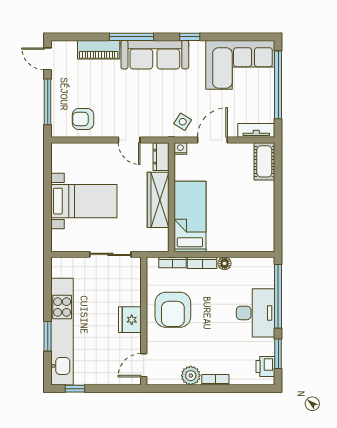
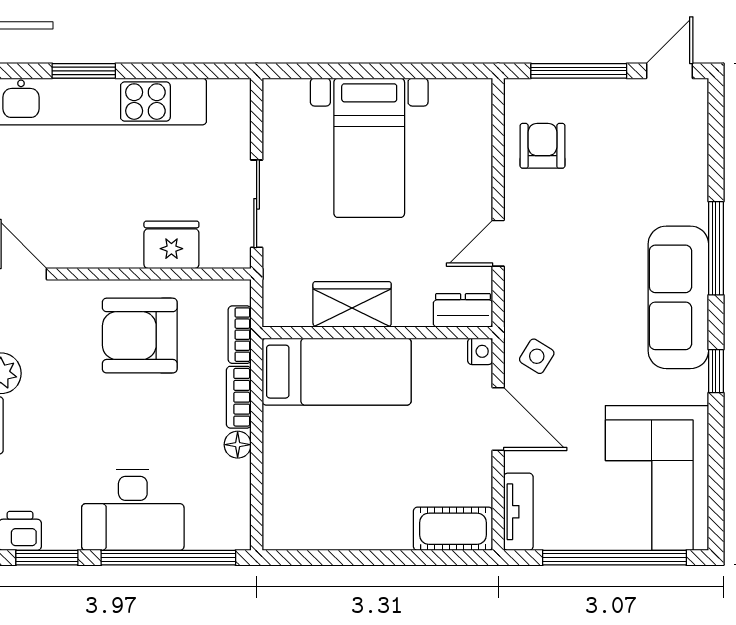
piano: (99, 50) -> (689, 179), removed
wardrobe: (158, 200) -> (352, 304), width x0.67
fridge: (130, 320) -> (171, 245), moved

